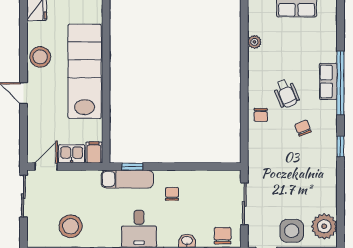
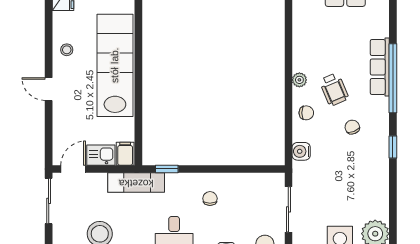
plant: (254, 42) -> (299, 80), moved
stool: (40, 57) -> (67, 50), width x0.53, depth x0.53
row of seats: (328, 81) -> (380, 67), width x1.48
chair: (261, 115) -> (306, 113), turned -90
water cooler: (256, 150) -> (301, 151), added
exam couch: (127, 179) -> (136, 183), moved

